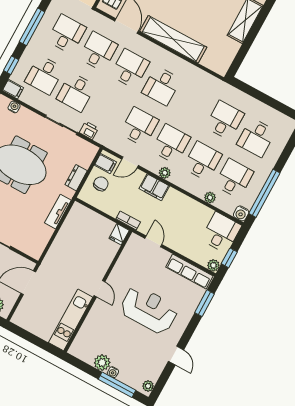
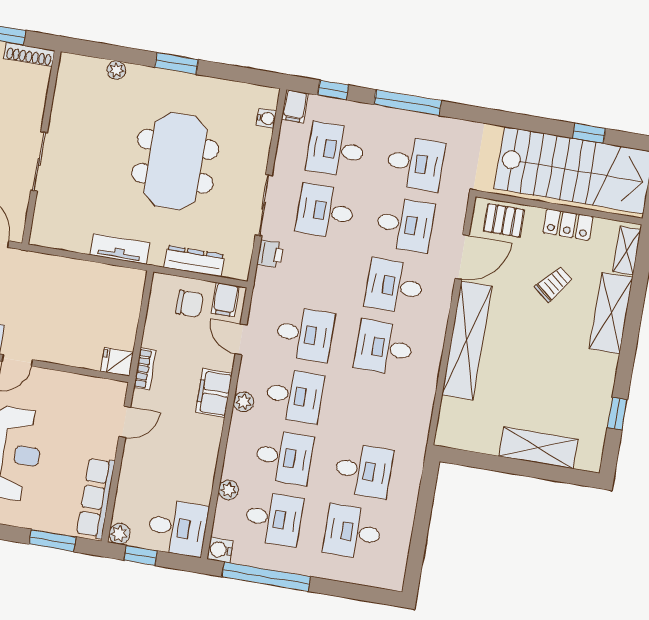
desk: (130, 69) -> (394, 286), turned 180
dresser: (76, 178) -> (194, 261), width x1.44

